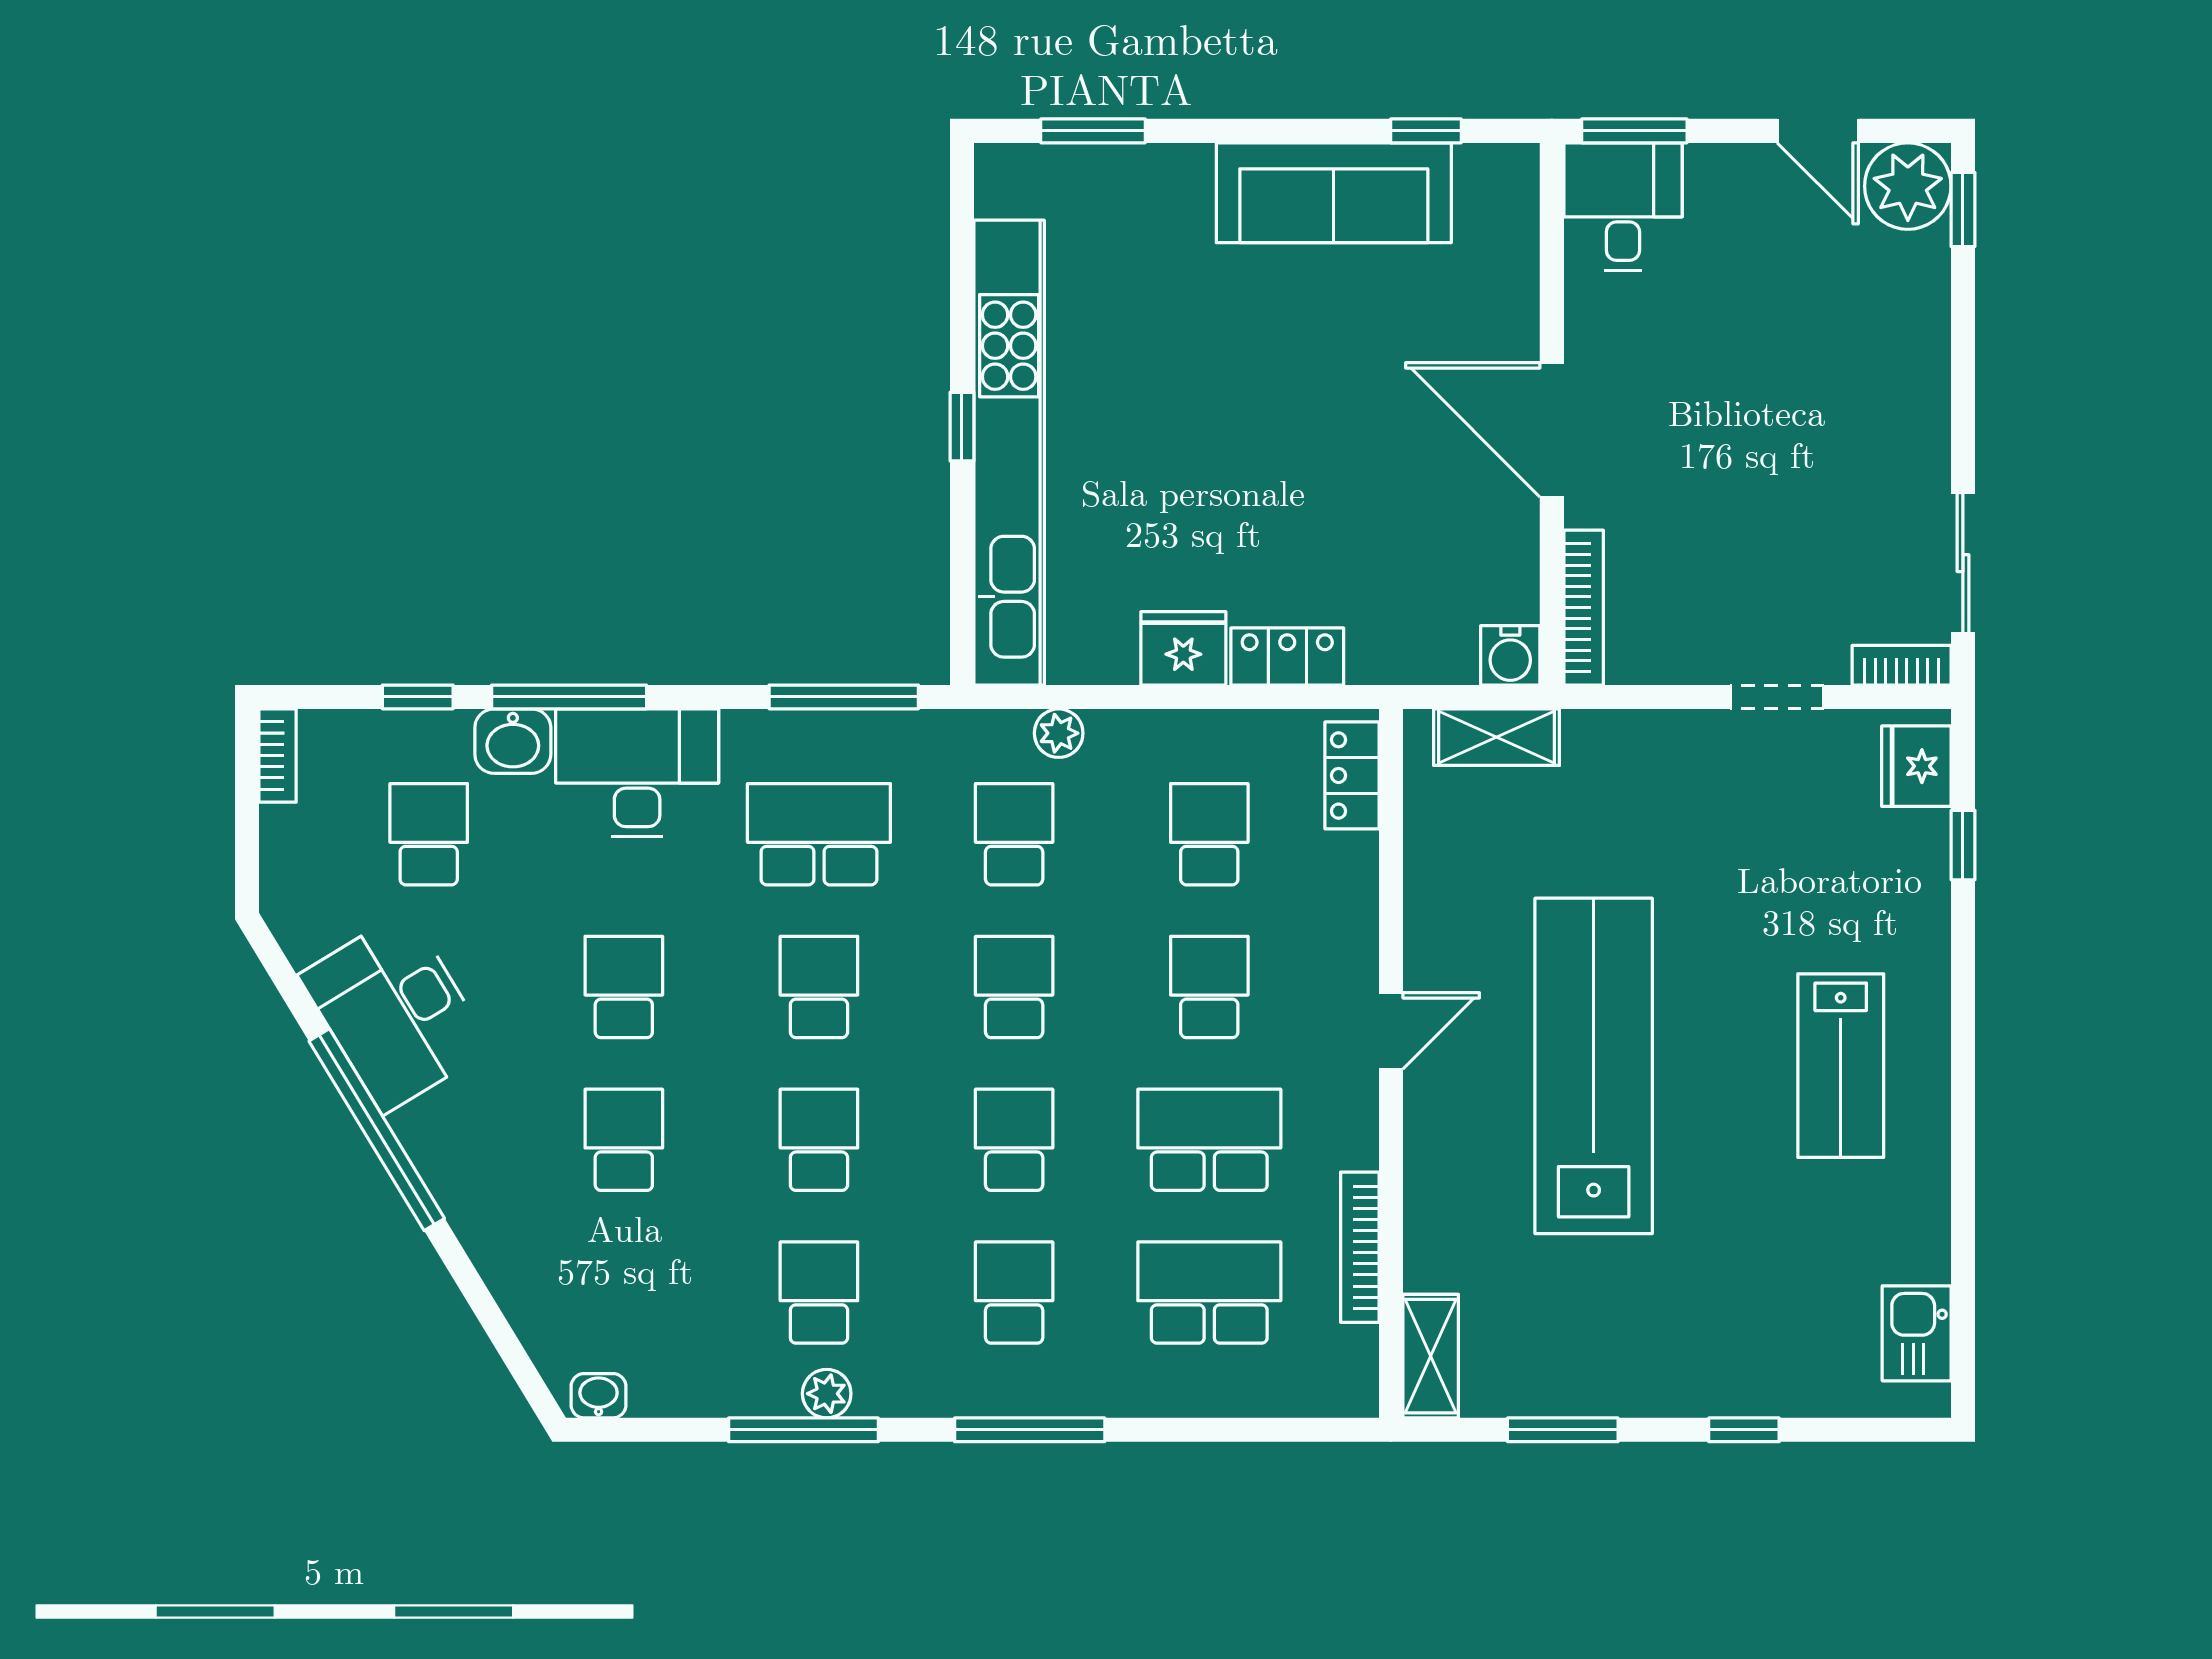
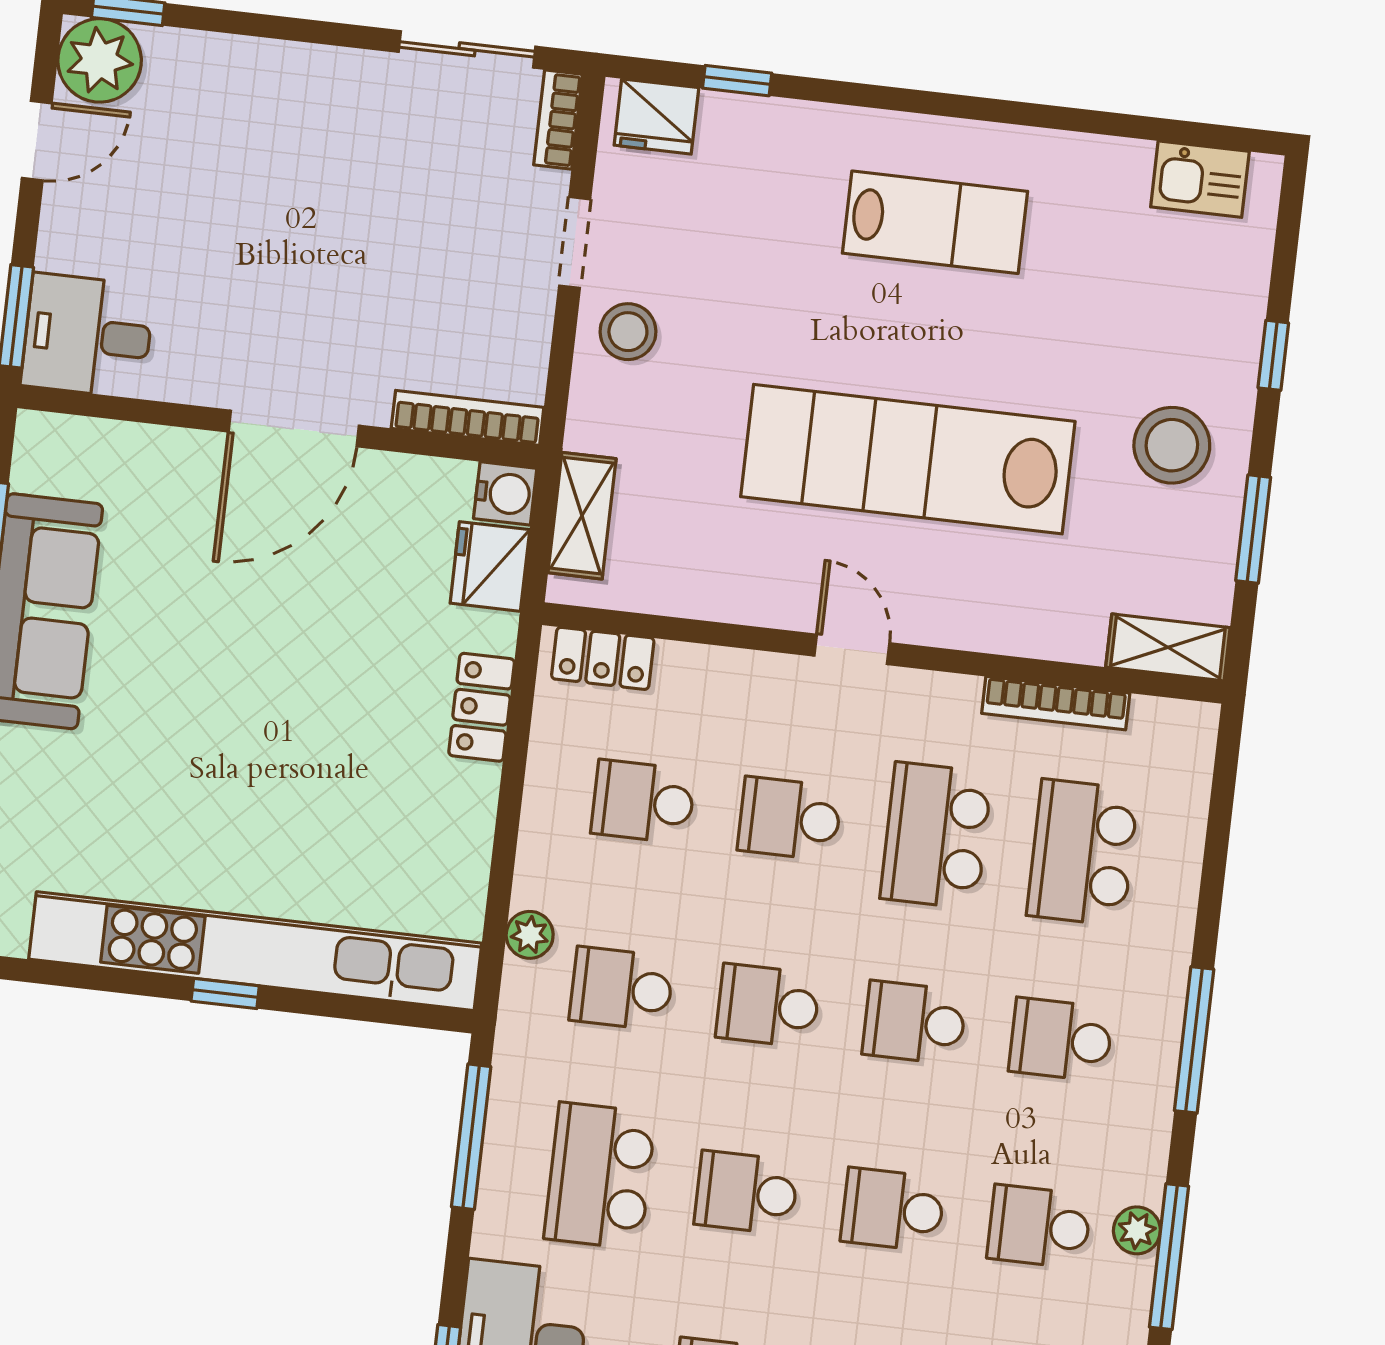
fridge: (1183, 648) -> (490, 566), moved
stool: (1692, 763) -> (628, 332), added
stool: (1639, 1336) -> (1172, 445), added

